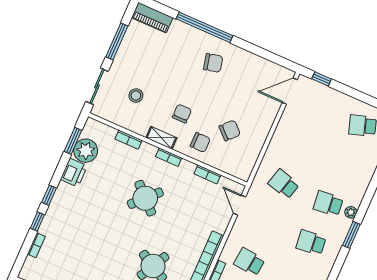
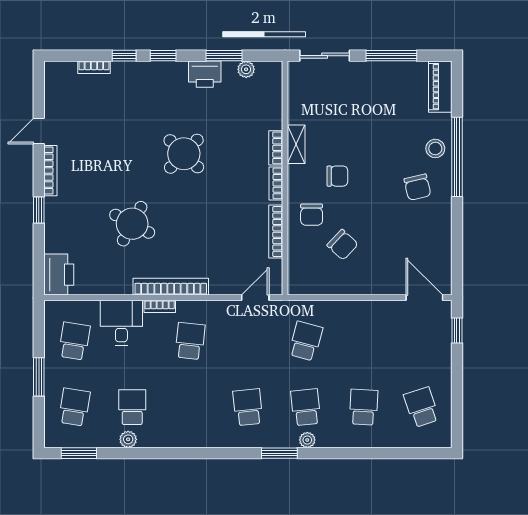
stool: (136, 96) -> (435, 148), moved
shelving: (161, 138) -> (296, 144), moved
bookcase: (129, 140) -> (276, 148), moved
window: (73, 141) -> (224, 56), moved
plant: (86, 151) -> (246, 69), width x0.53, depth x0.53
school desk: (345, 165) -> (364, 407), added
bookcase: (207, 174) -> (276, 232), width x1.56
round table: (145, 198) -> (184, 154), moved

